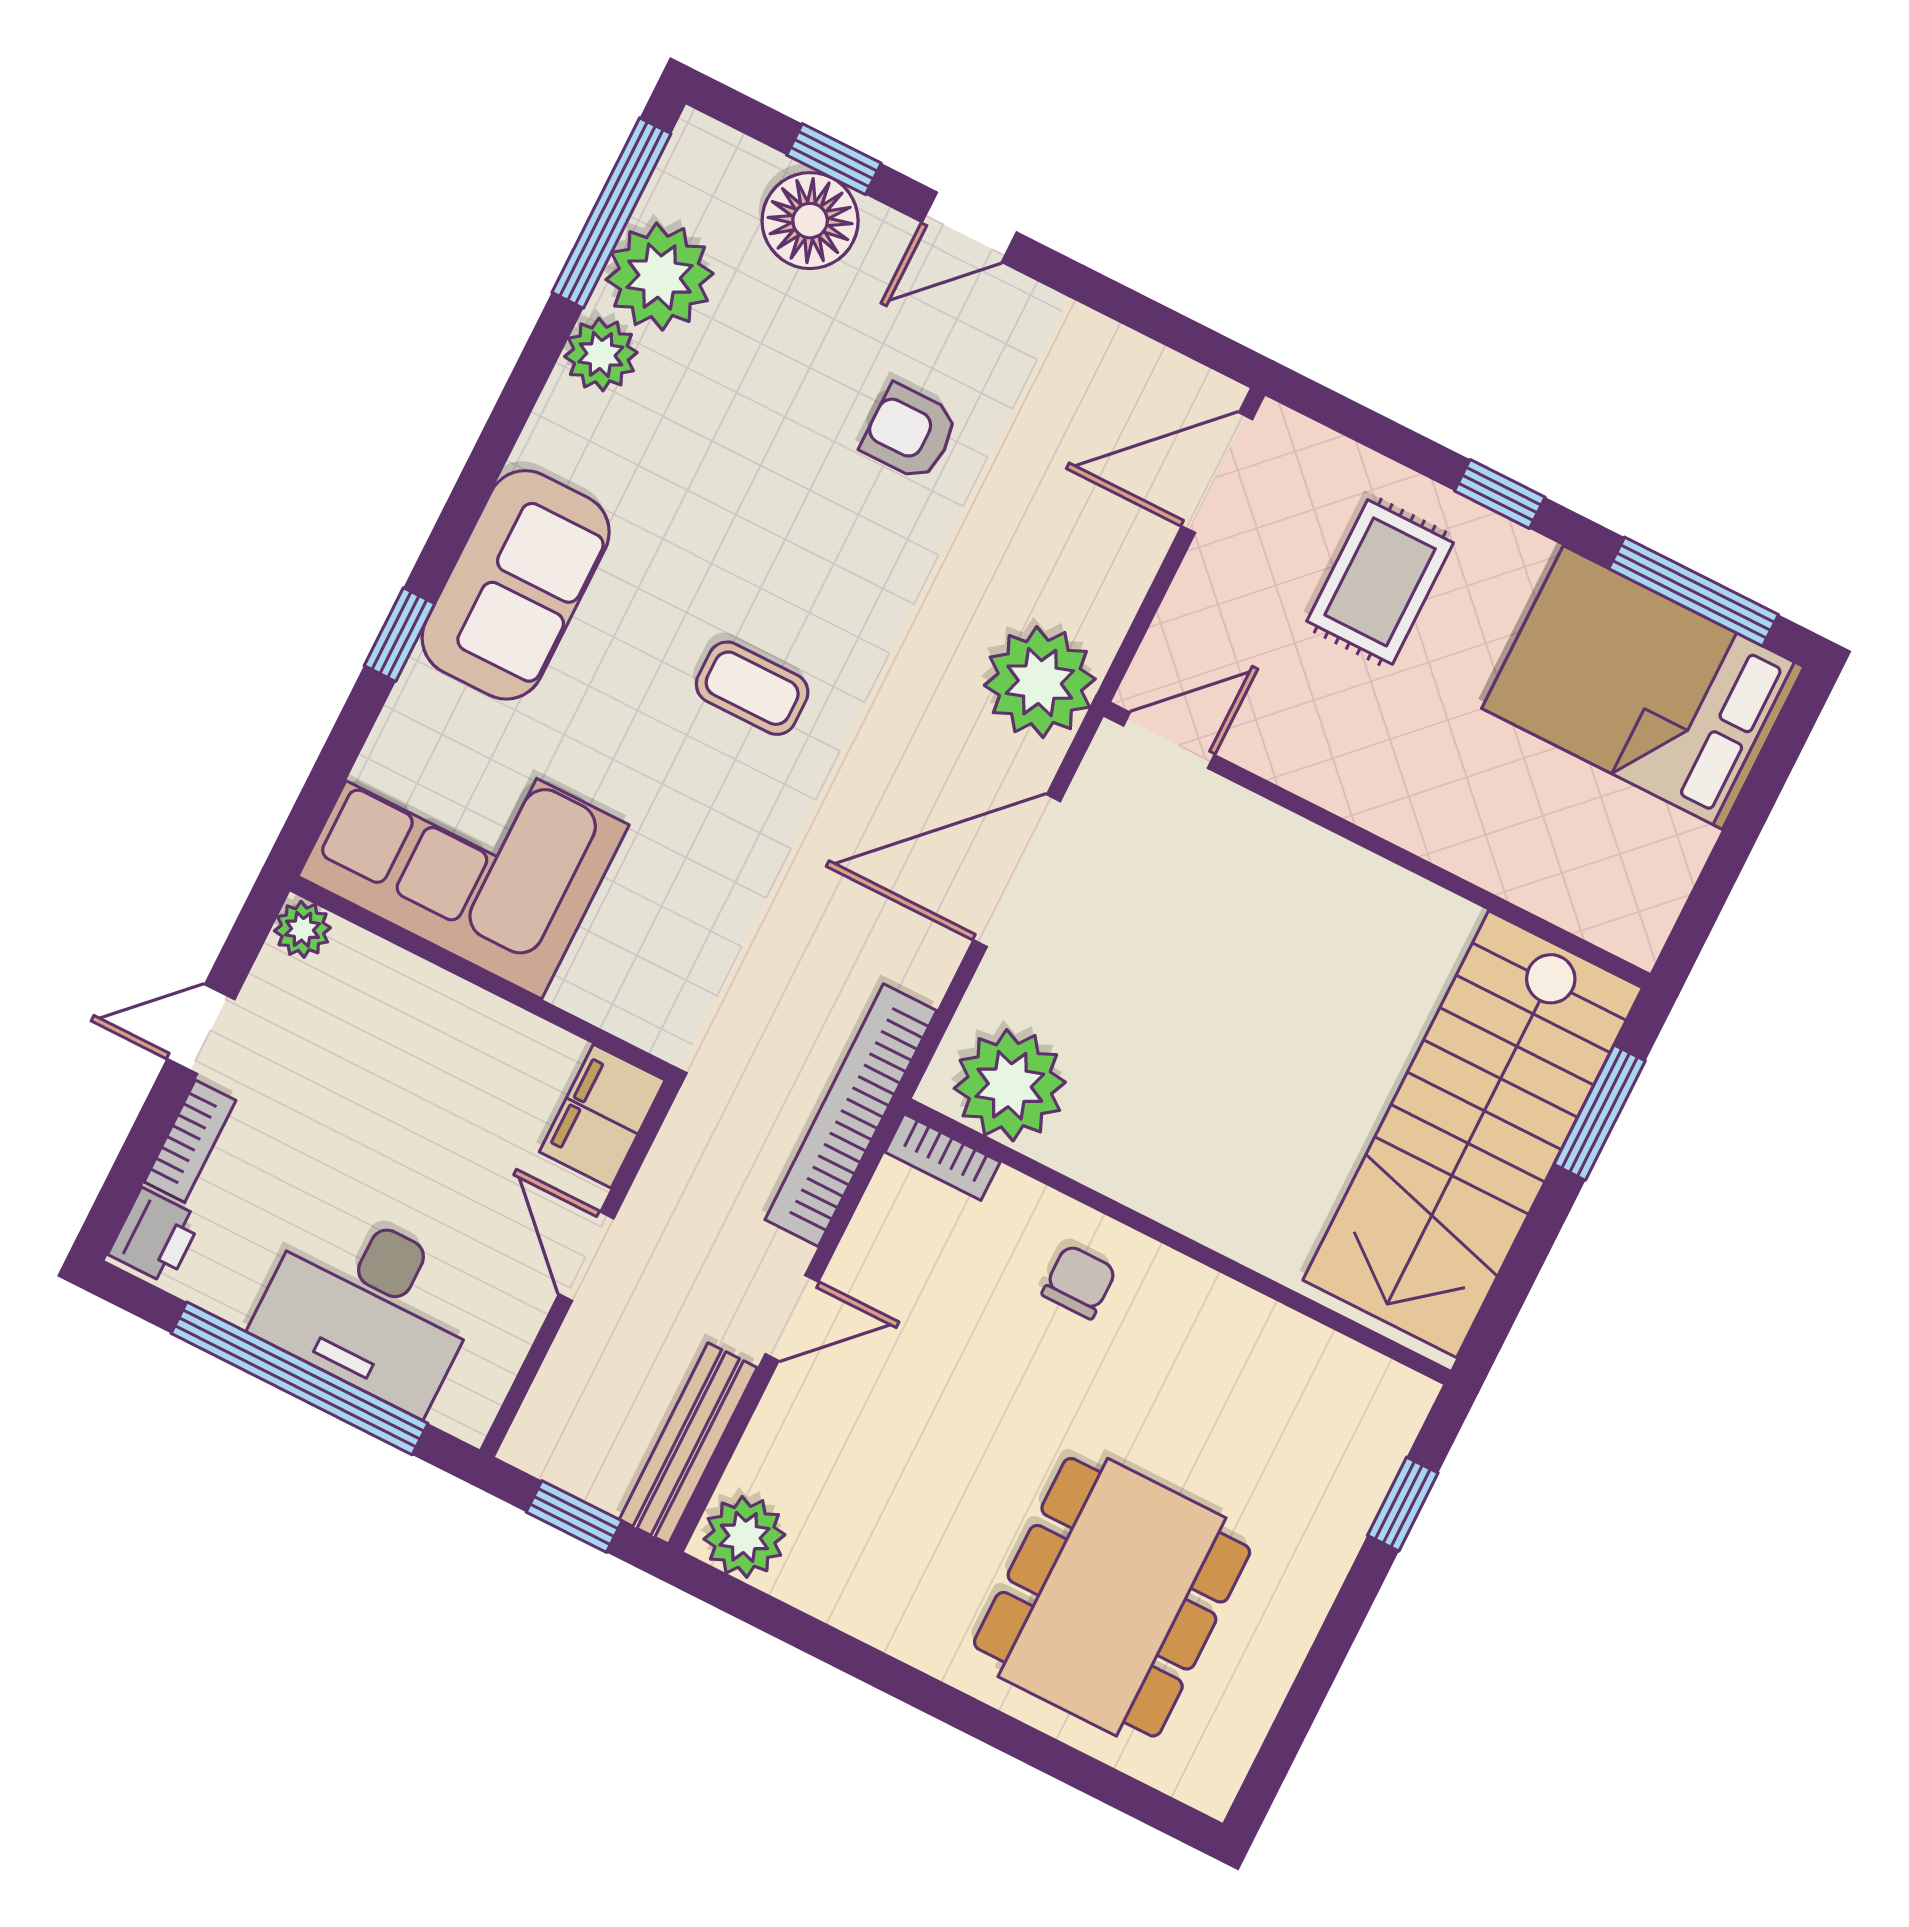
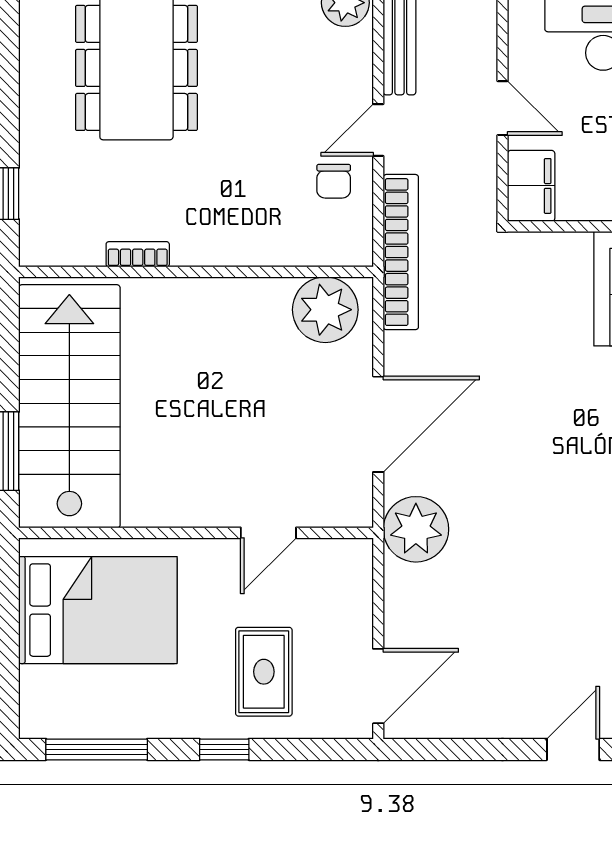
armchair: (910, 432) -> (550, 626), removed
coffee table: (752, 688) -> (565, 450), removed
bed: (1643, 688) -> (98, 610), moved
door: (1169, 740) -> (268, 533), moved
bookcase: (943, 1157) -> (138, 254), moved
chair: (1079, 1282) -> (334, 181), moved

